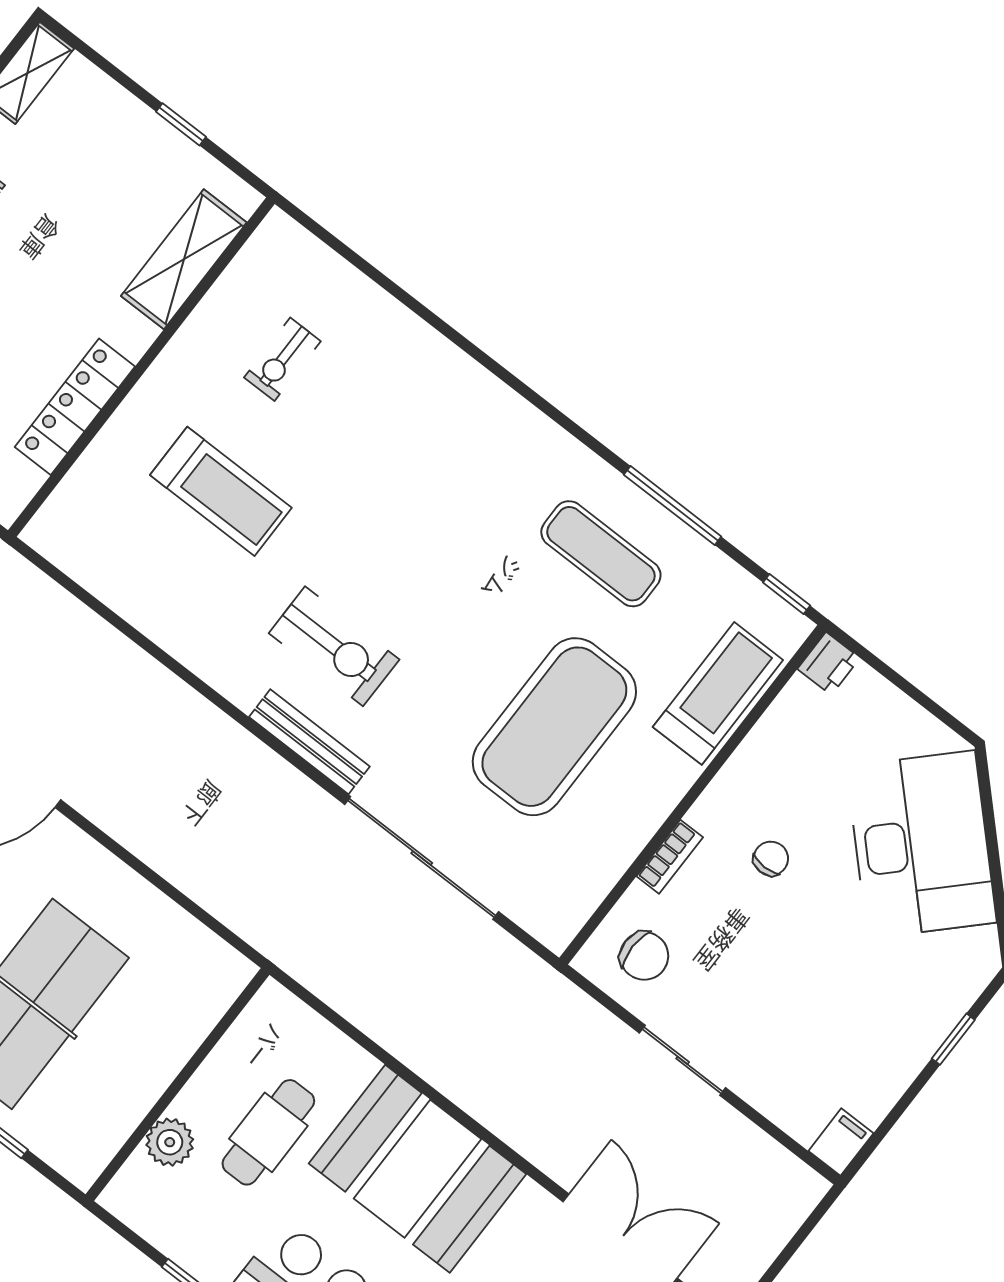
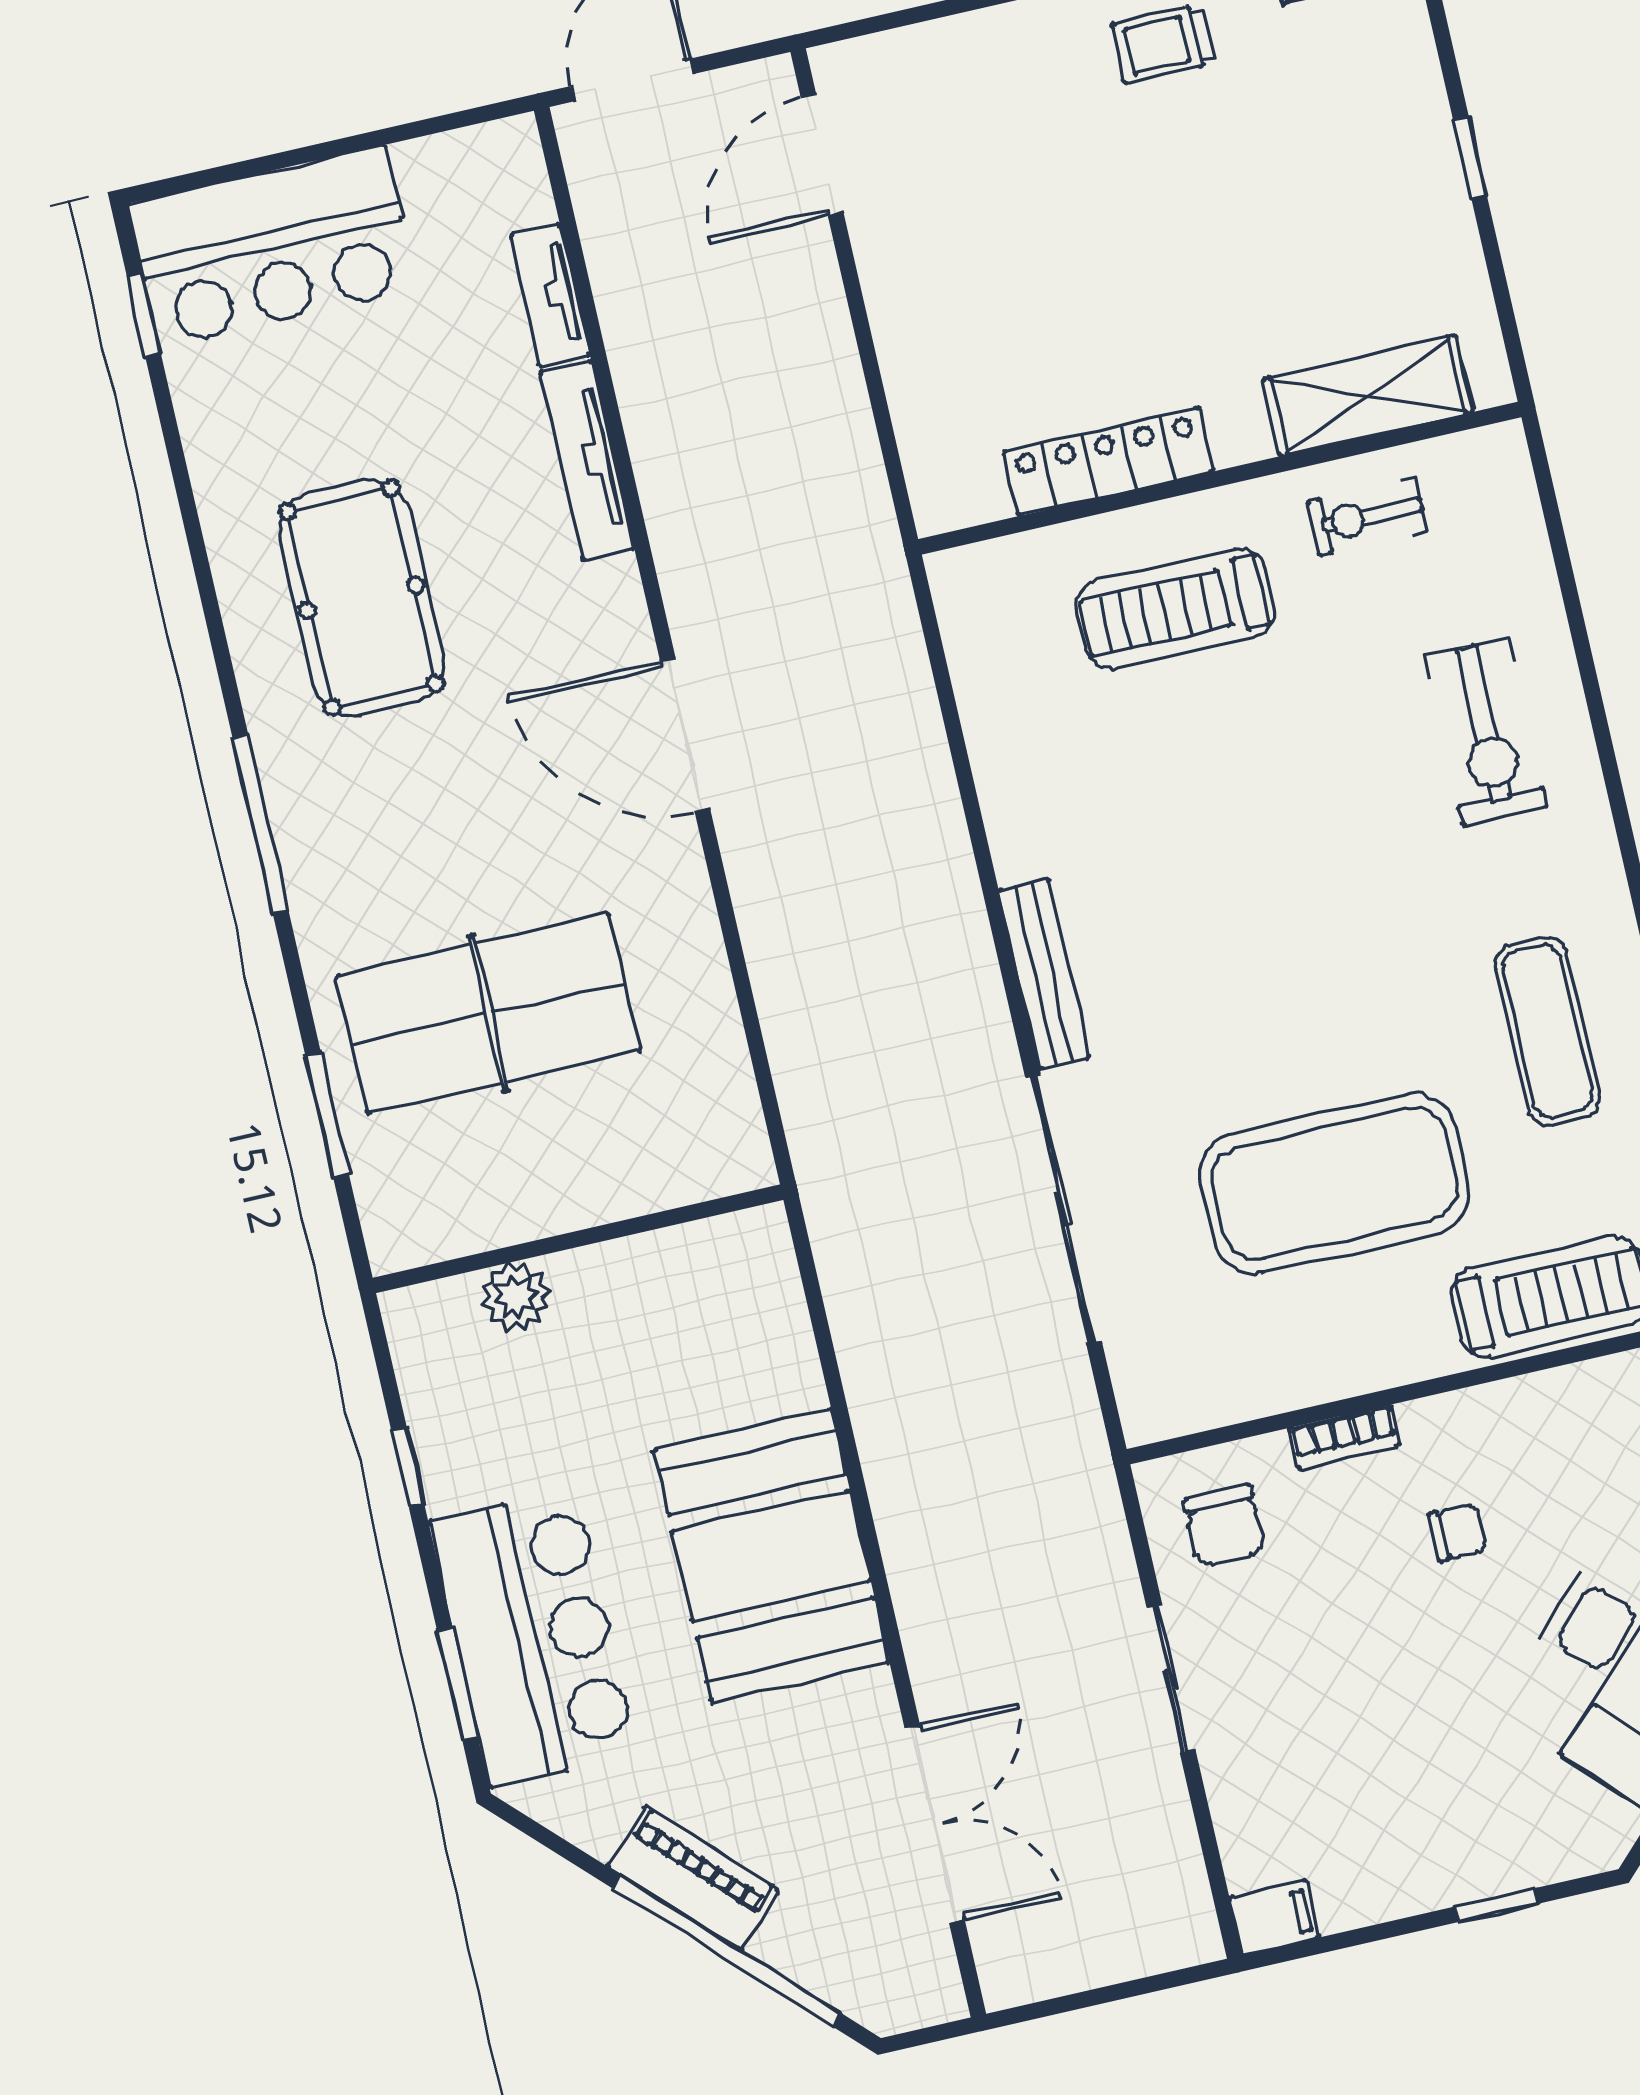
shelving: (184, 259) -> (1368, 396), moved
wall: (141, 367) -> (1220, 478), moved
locker: (75, 407) -> (1108, 462), moved
treadmill: (221, 491) -> (1176, 609), turned 90
exercise bike: (334, 646) -> (1486, 732), moved
cafe table: (268, 1132) -> (636, 1377), removed

